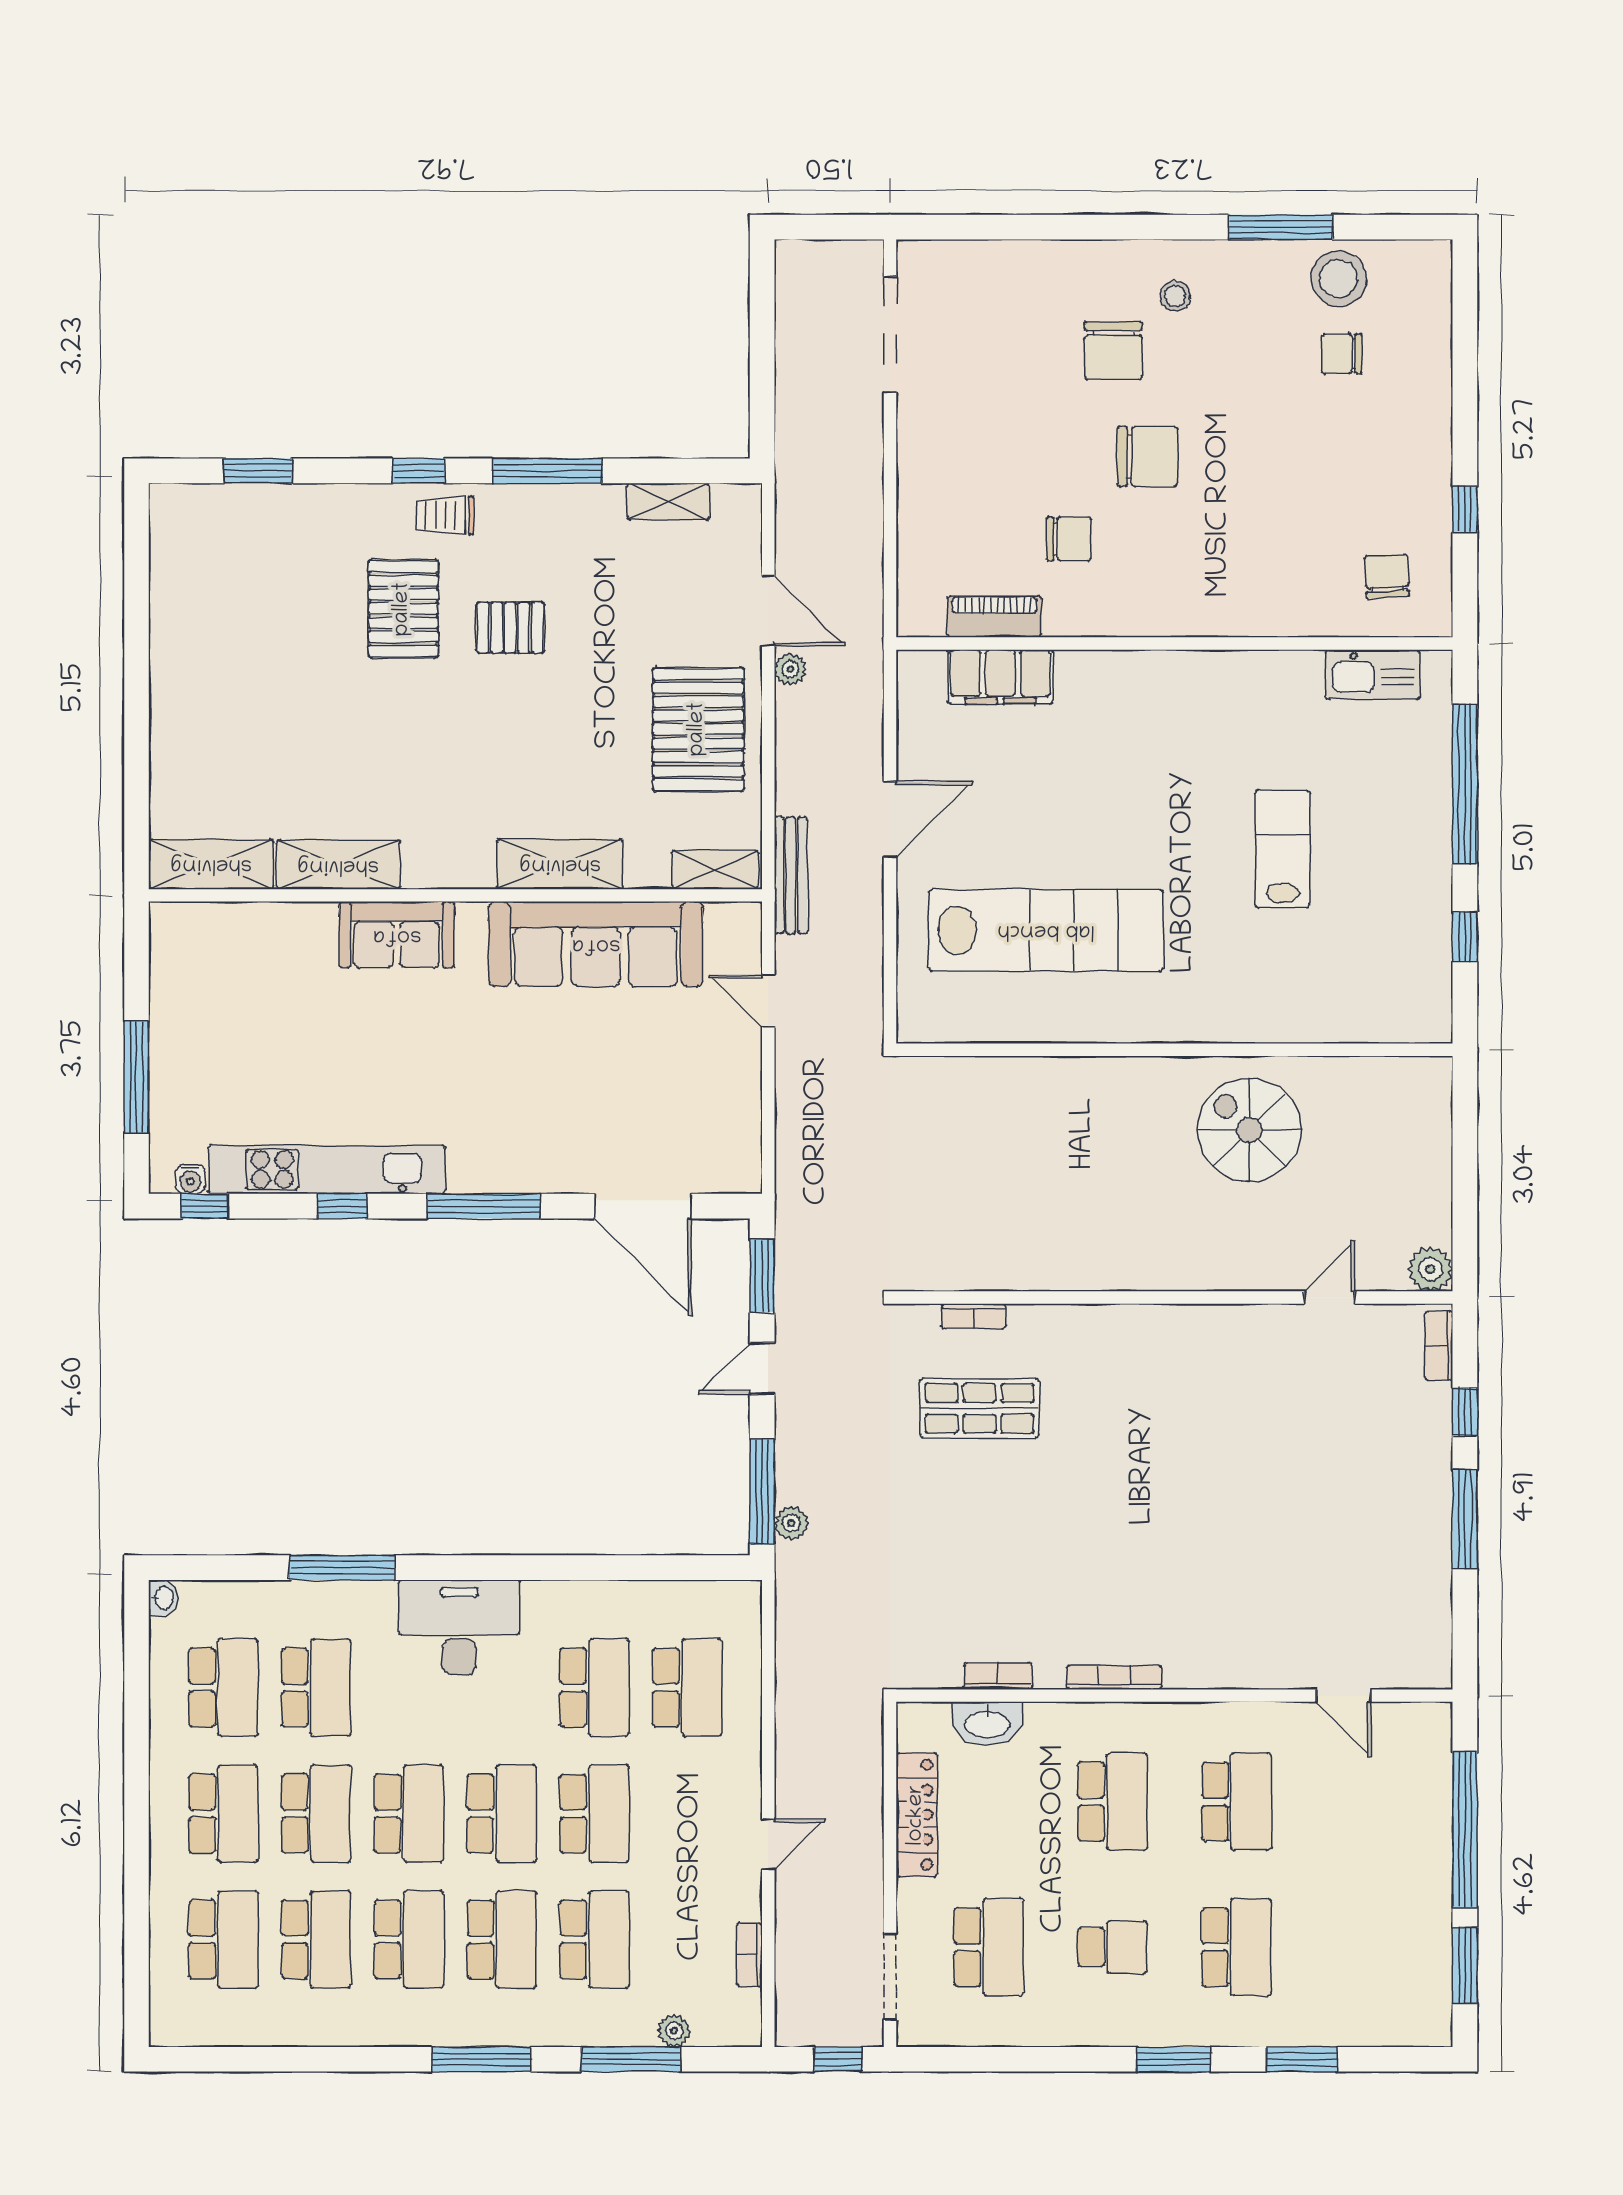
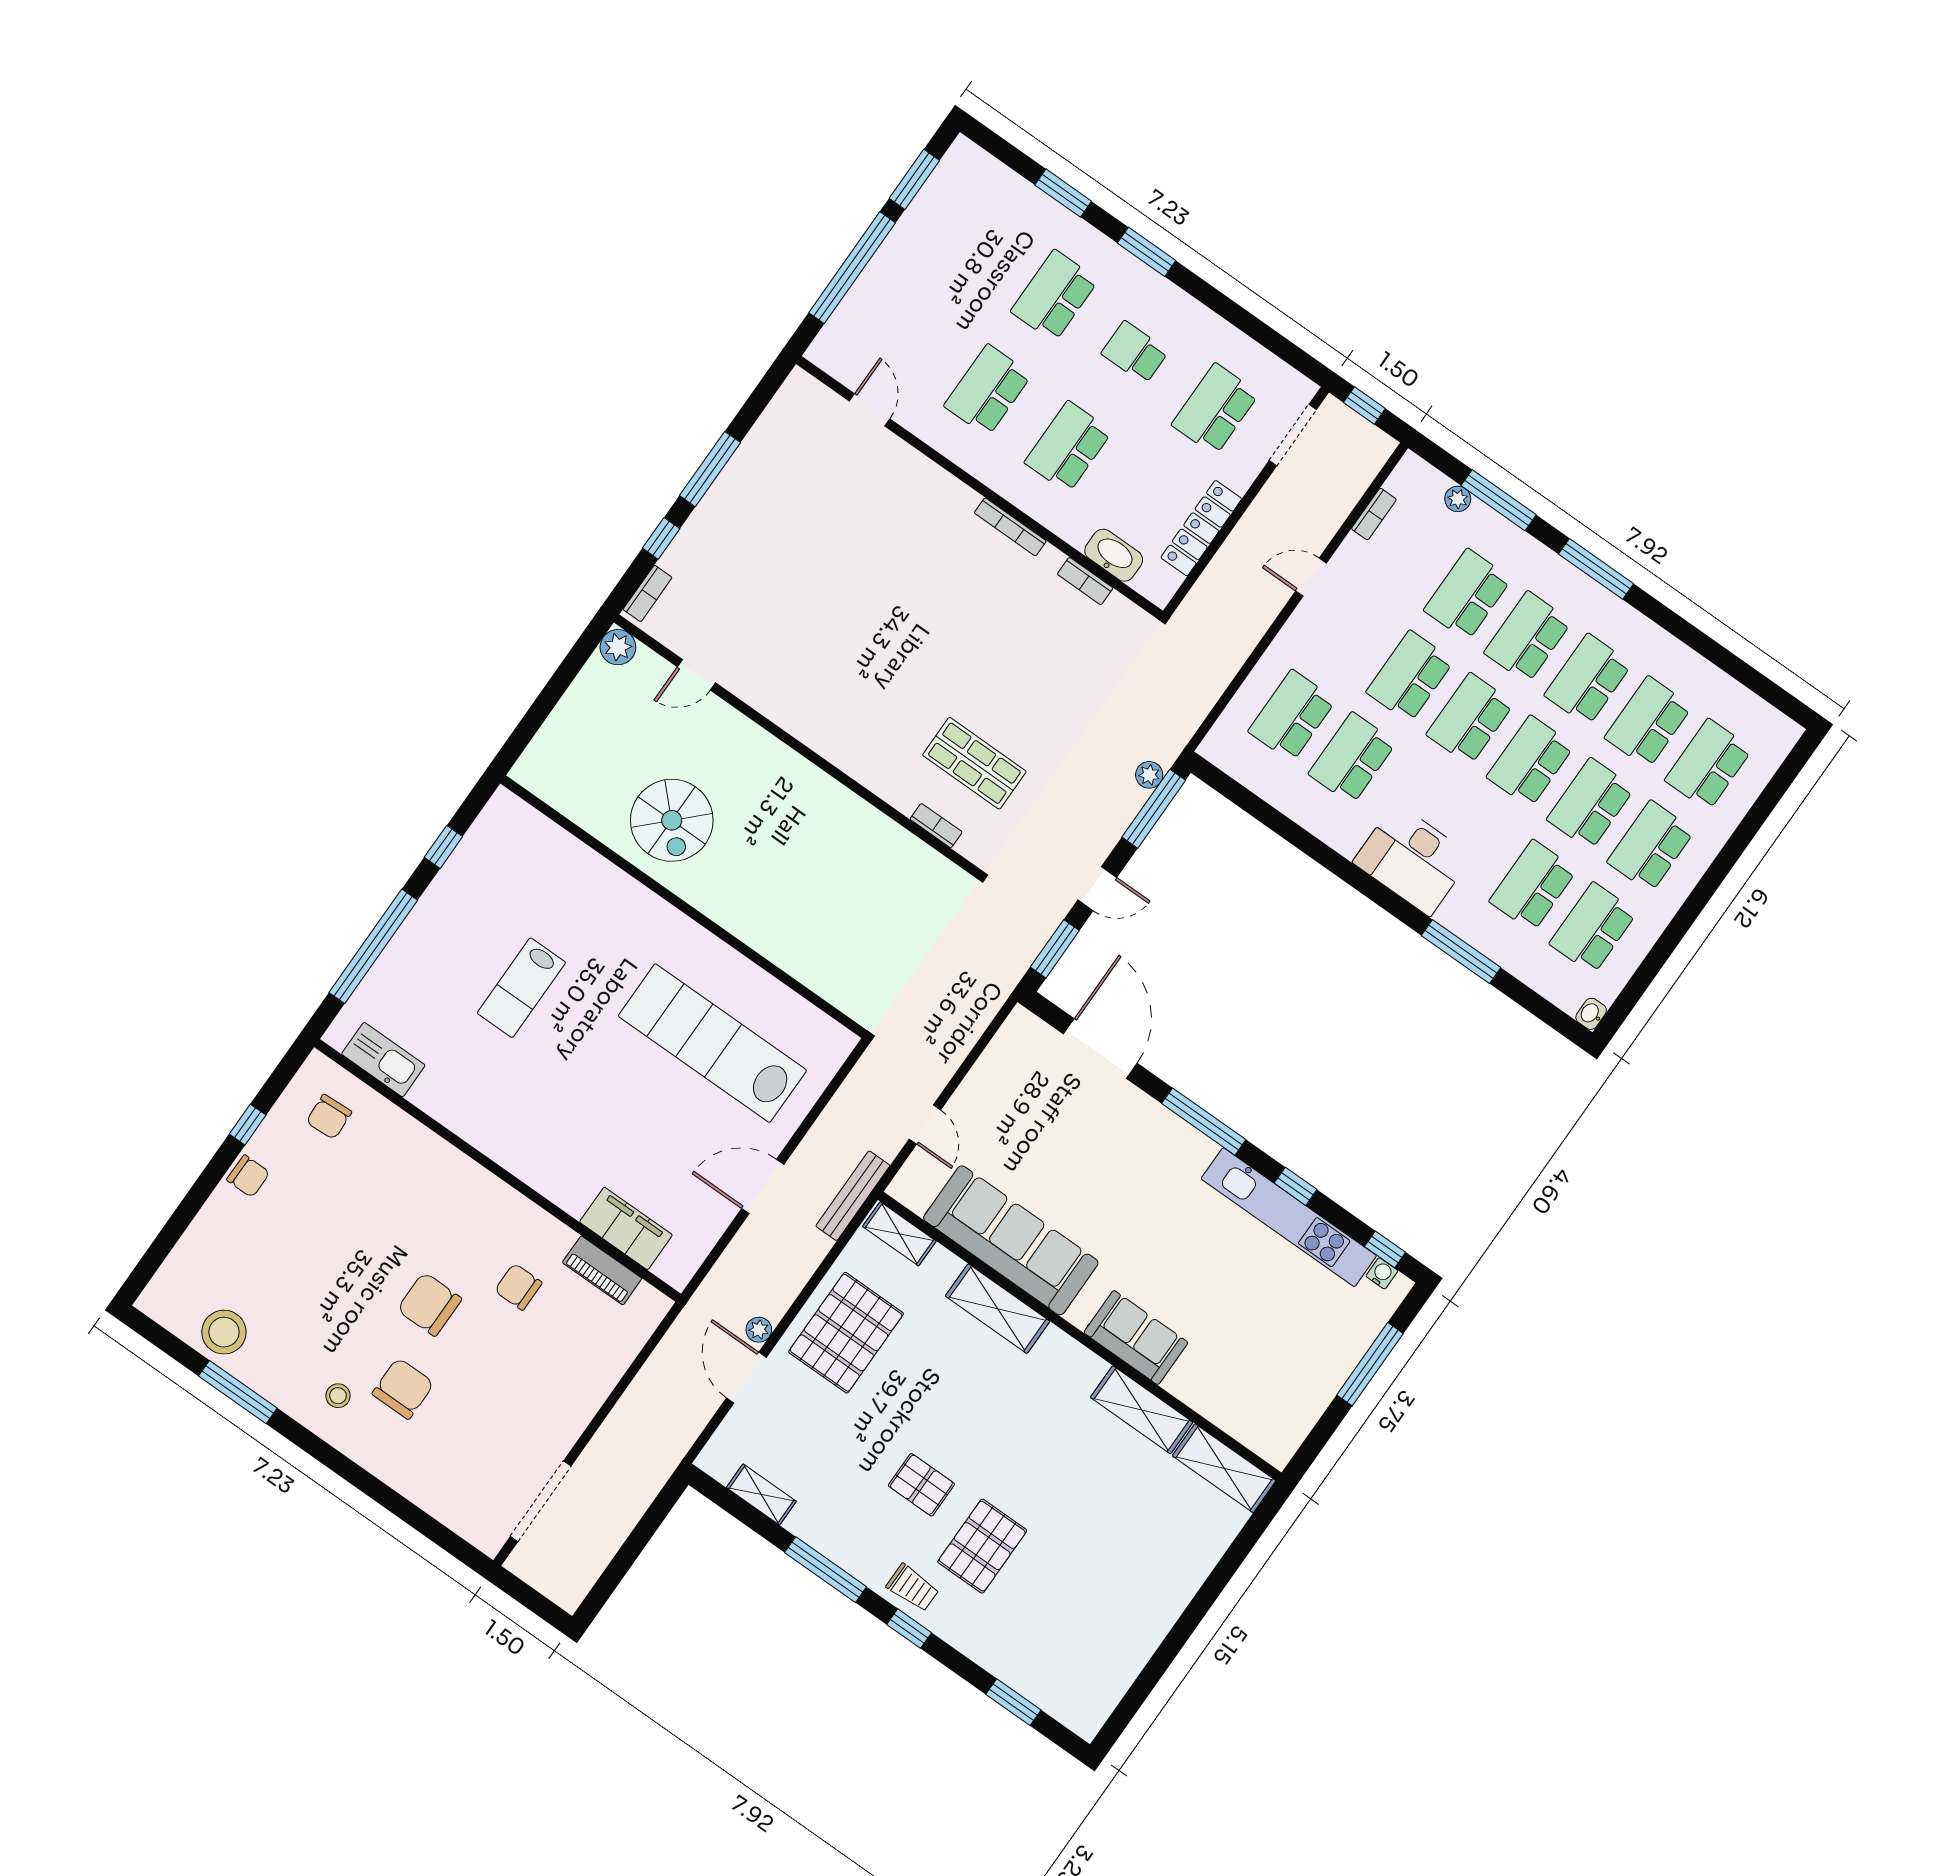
chair: (1342, 354) -> (248, 1176), moved

